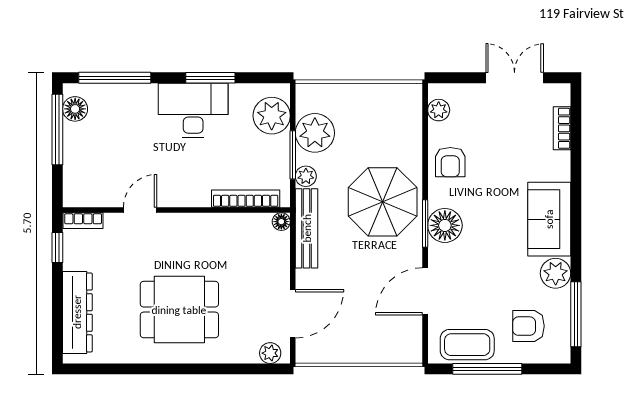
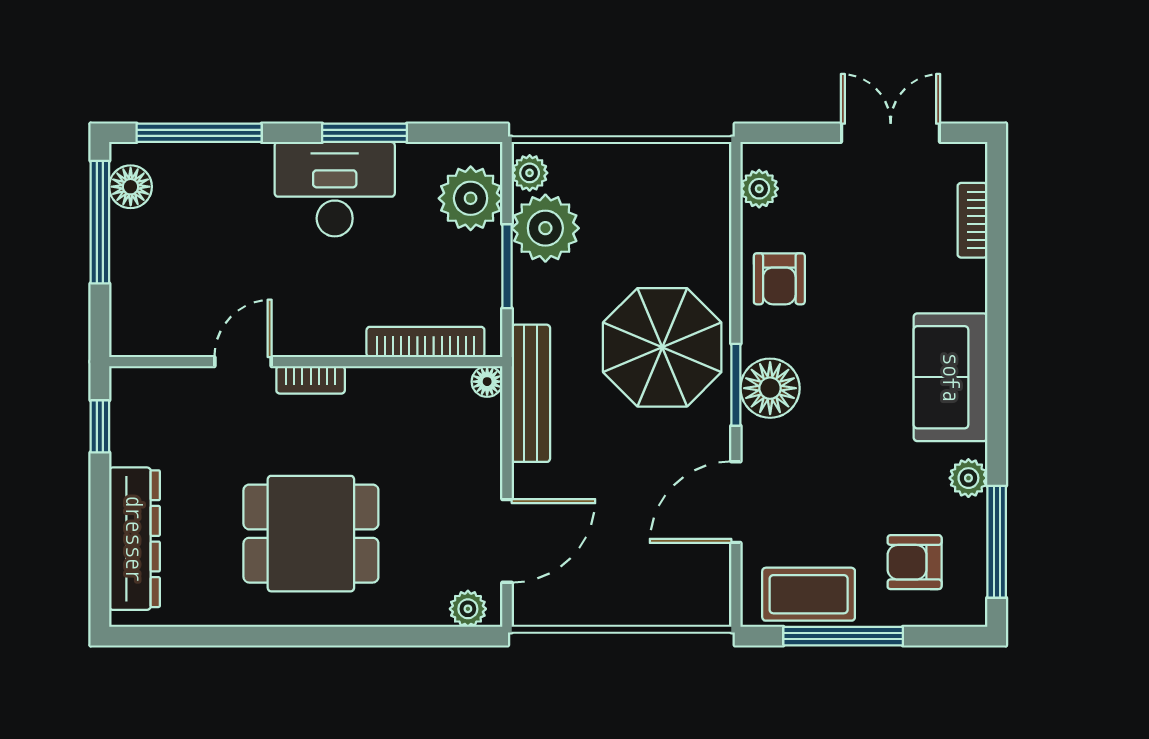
plant: (306, 176) -> (530, 173), moved
bookcase: (83, 221) -> (311, 380), moved
plant: (556, 273) -> (968, 478), width x0.73, depth x0.73

